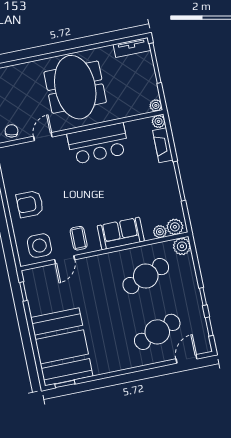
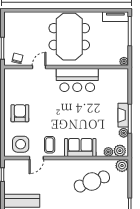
plant: (159, 121) -> (124, 133), moved
fireplace: (163, 145) -> (123, 115), moved
armchair: (30, 204) -> (20, 113), turned 90

